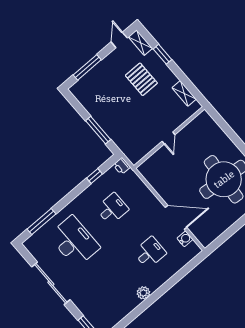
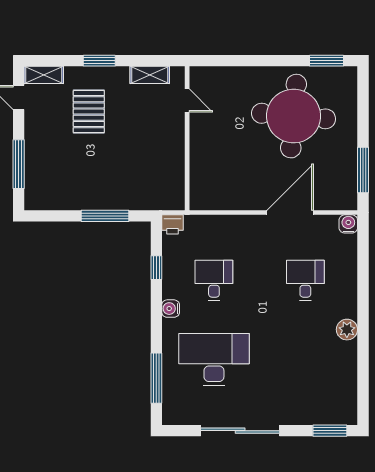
window: (162, 54) -> (99, 61), moved
pallet: (141, 79) -> (89, 112), turned 90
door: (168, 138) -> (187, 101), moved
water cooler: (81, 200) -> (171, 309), added
window: (226, 235) -> (363, 170), added
water cooler: (185, 239) -> (348, 224), moved

